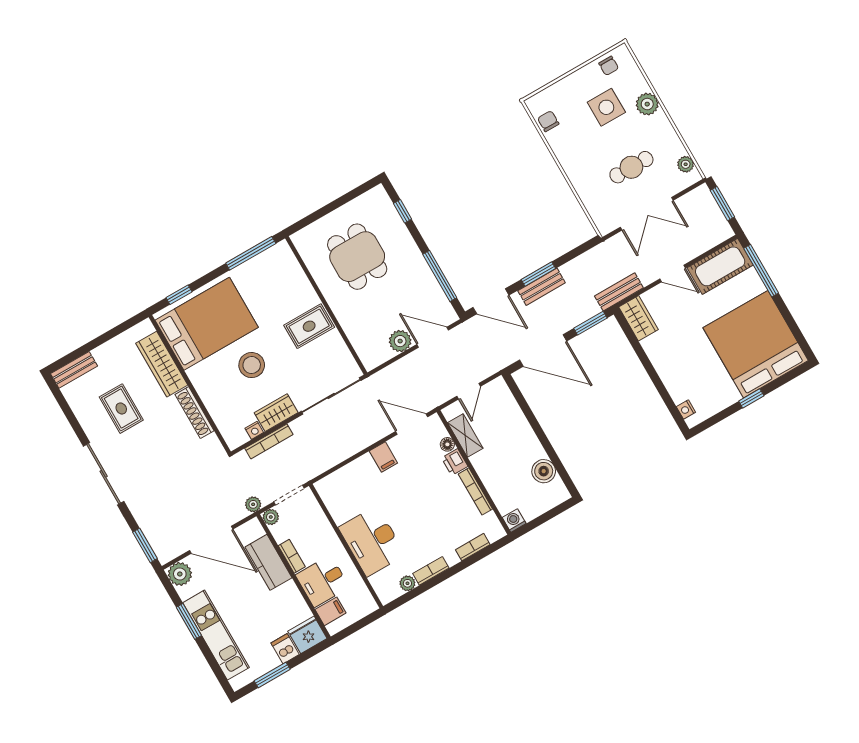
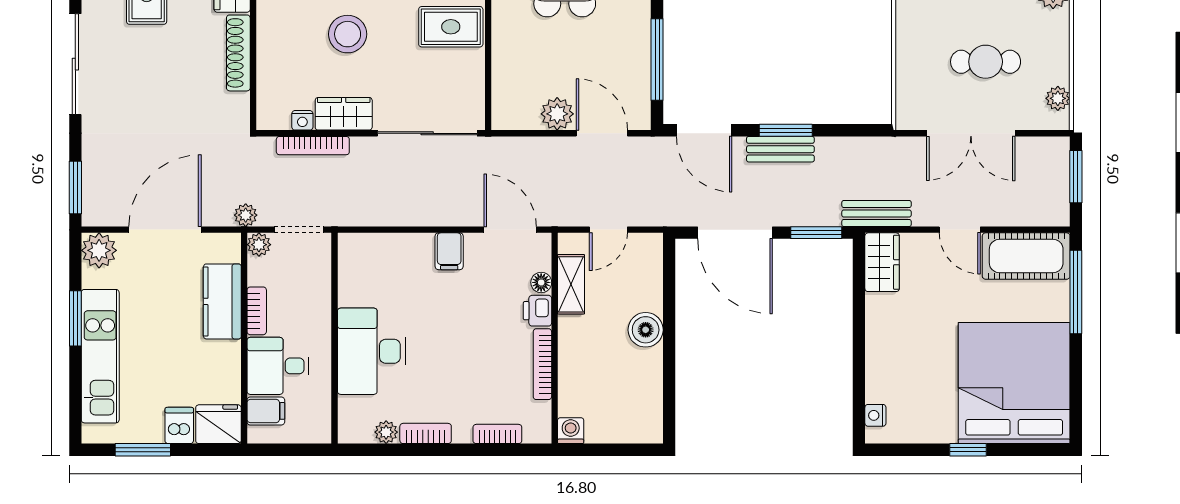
boiler: (544, 471) -> (646, 330), moved
door: (211, 540) -> (165, 230), swing flipped

